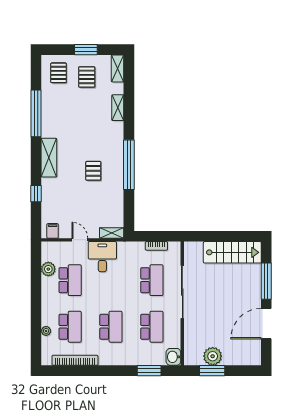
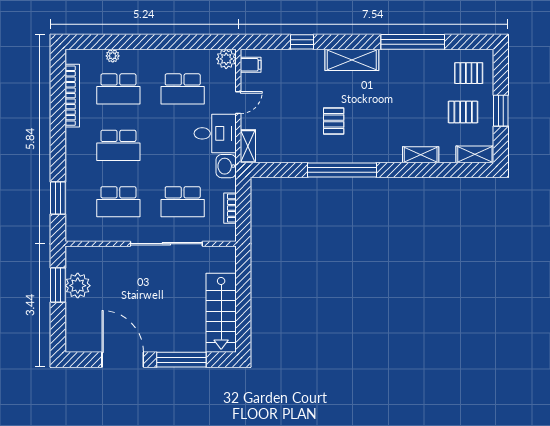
pallet: (93, 171) -> (334, 121), turned 90
plant: (48, 269) -> (226, 59), moved
washbasin: (173, 357) -> (226, 166), moved, turned -90

